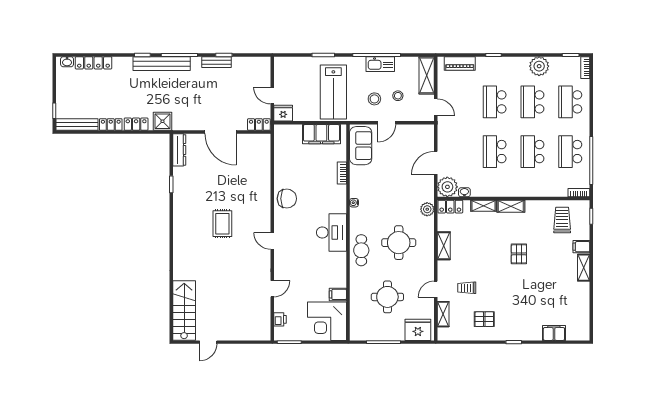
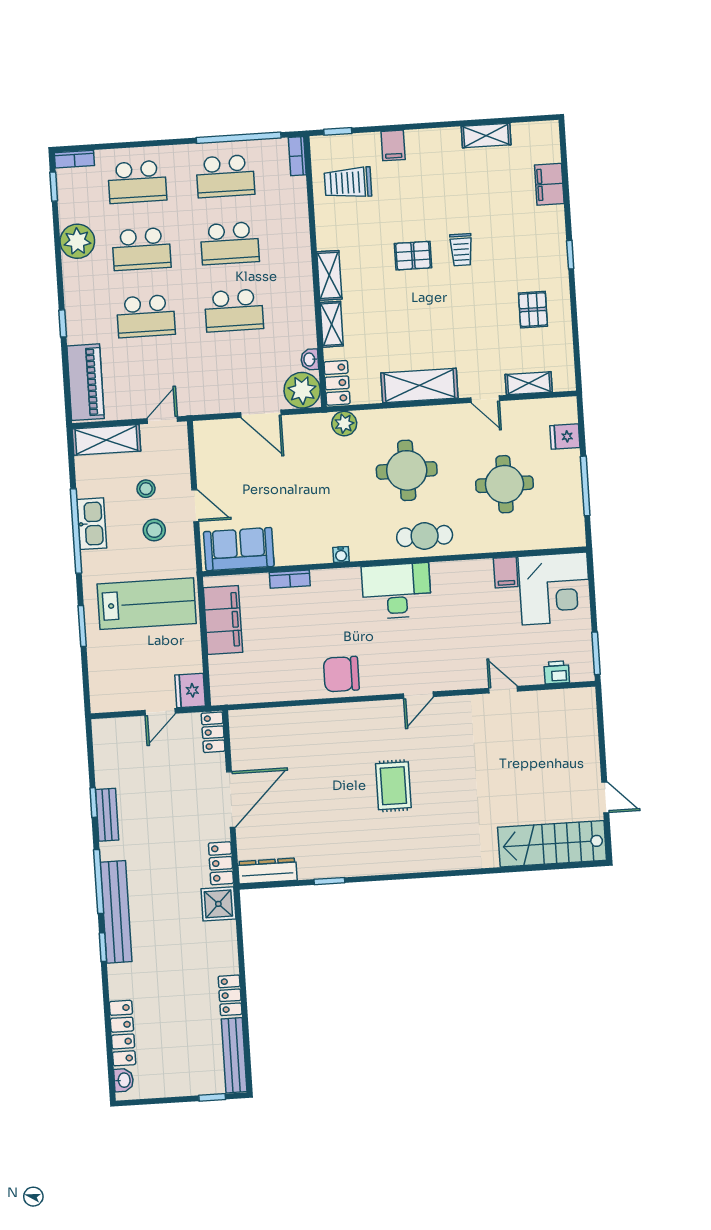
piano: (460, 63) -> (86, 382), width x1.37, depth x1.33
locker: (136, 124) -> (221, 863), moved
chair: (287, 199) -> (341, 674), turned -90
rug: (222, 224) -> (393, 786), turned 90
shelving: (444, 246) -> (419, 386), width x1.50, depth x1.33
shelving: (584, 268) -> (486, 136), moved
trolley: (467, 288) -> (461, 250), moved
fridge: (418, 330) -> (565, 437), width x0.53, depth x0.75

